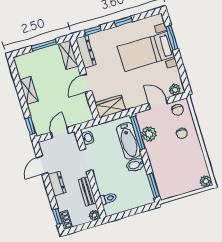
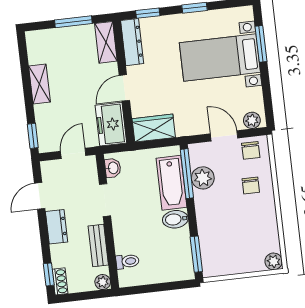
freezer: (81, 109) -> (111, 124), added

